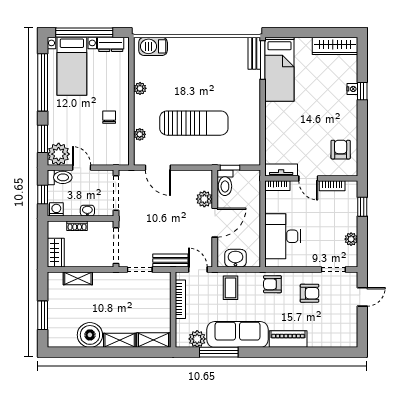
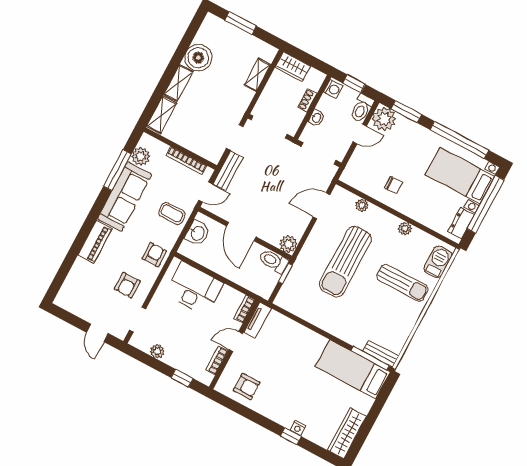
sun lounger: (186, 67) -> (402, 283), added
plant: (204, 199) -> (288, 244), moved

